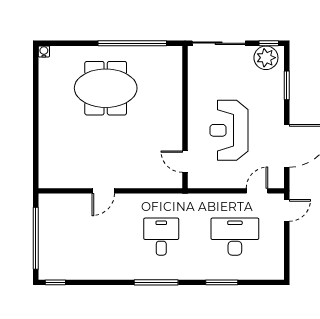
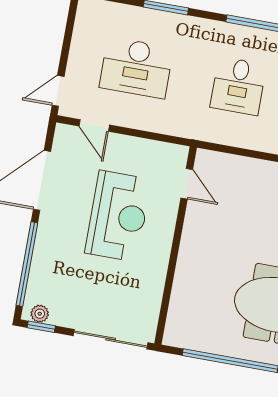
plant: (266, 58) -> (40, 314), width x0.53, depth x0.53
window: (287, 85) -> (27, 264), width x2.11
door: (257, 191) -> (94, 125), hinge flipped

